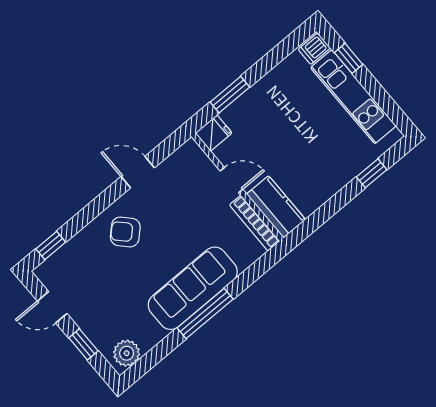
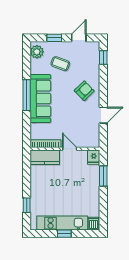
window: (349, 58) -> (64, 234), moved
door: (232, 180) -> (70, 149), swing flipped
coffee table: (115, 303) -> (60, 64), added

